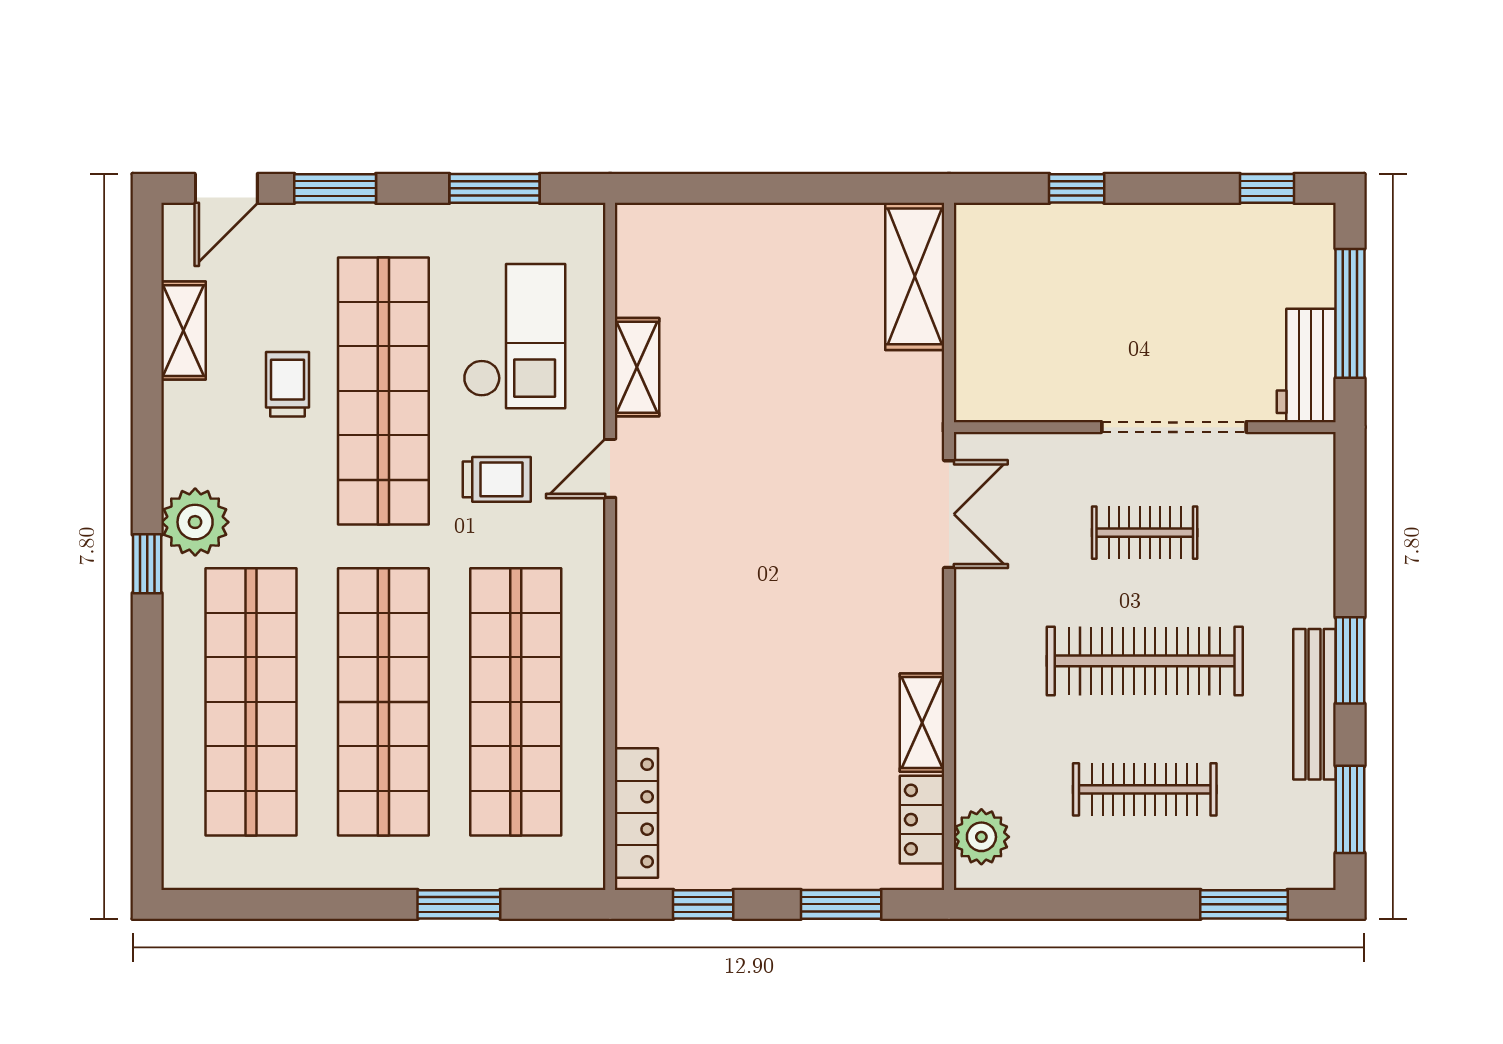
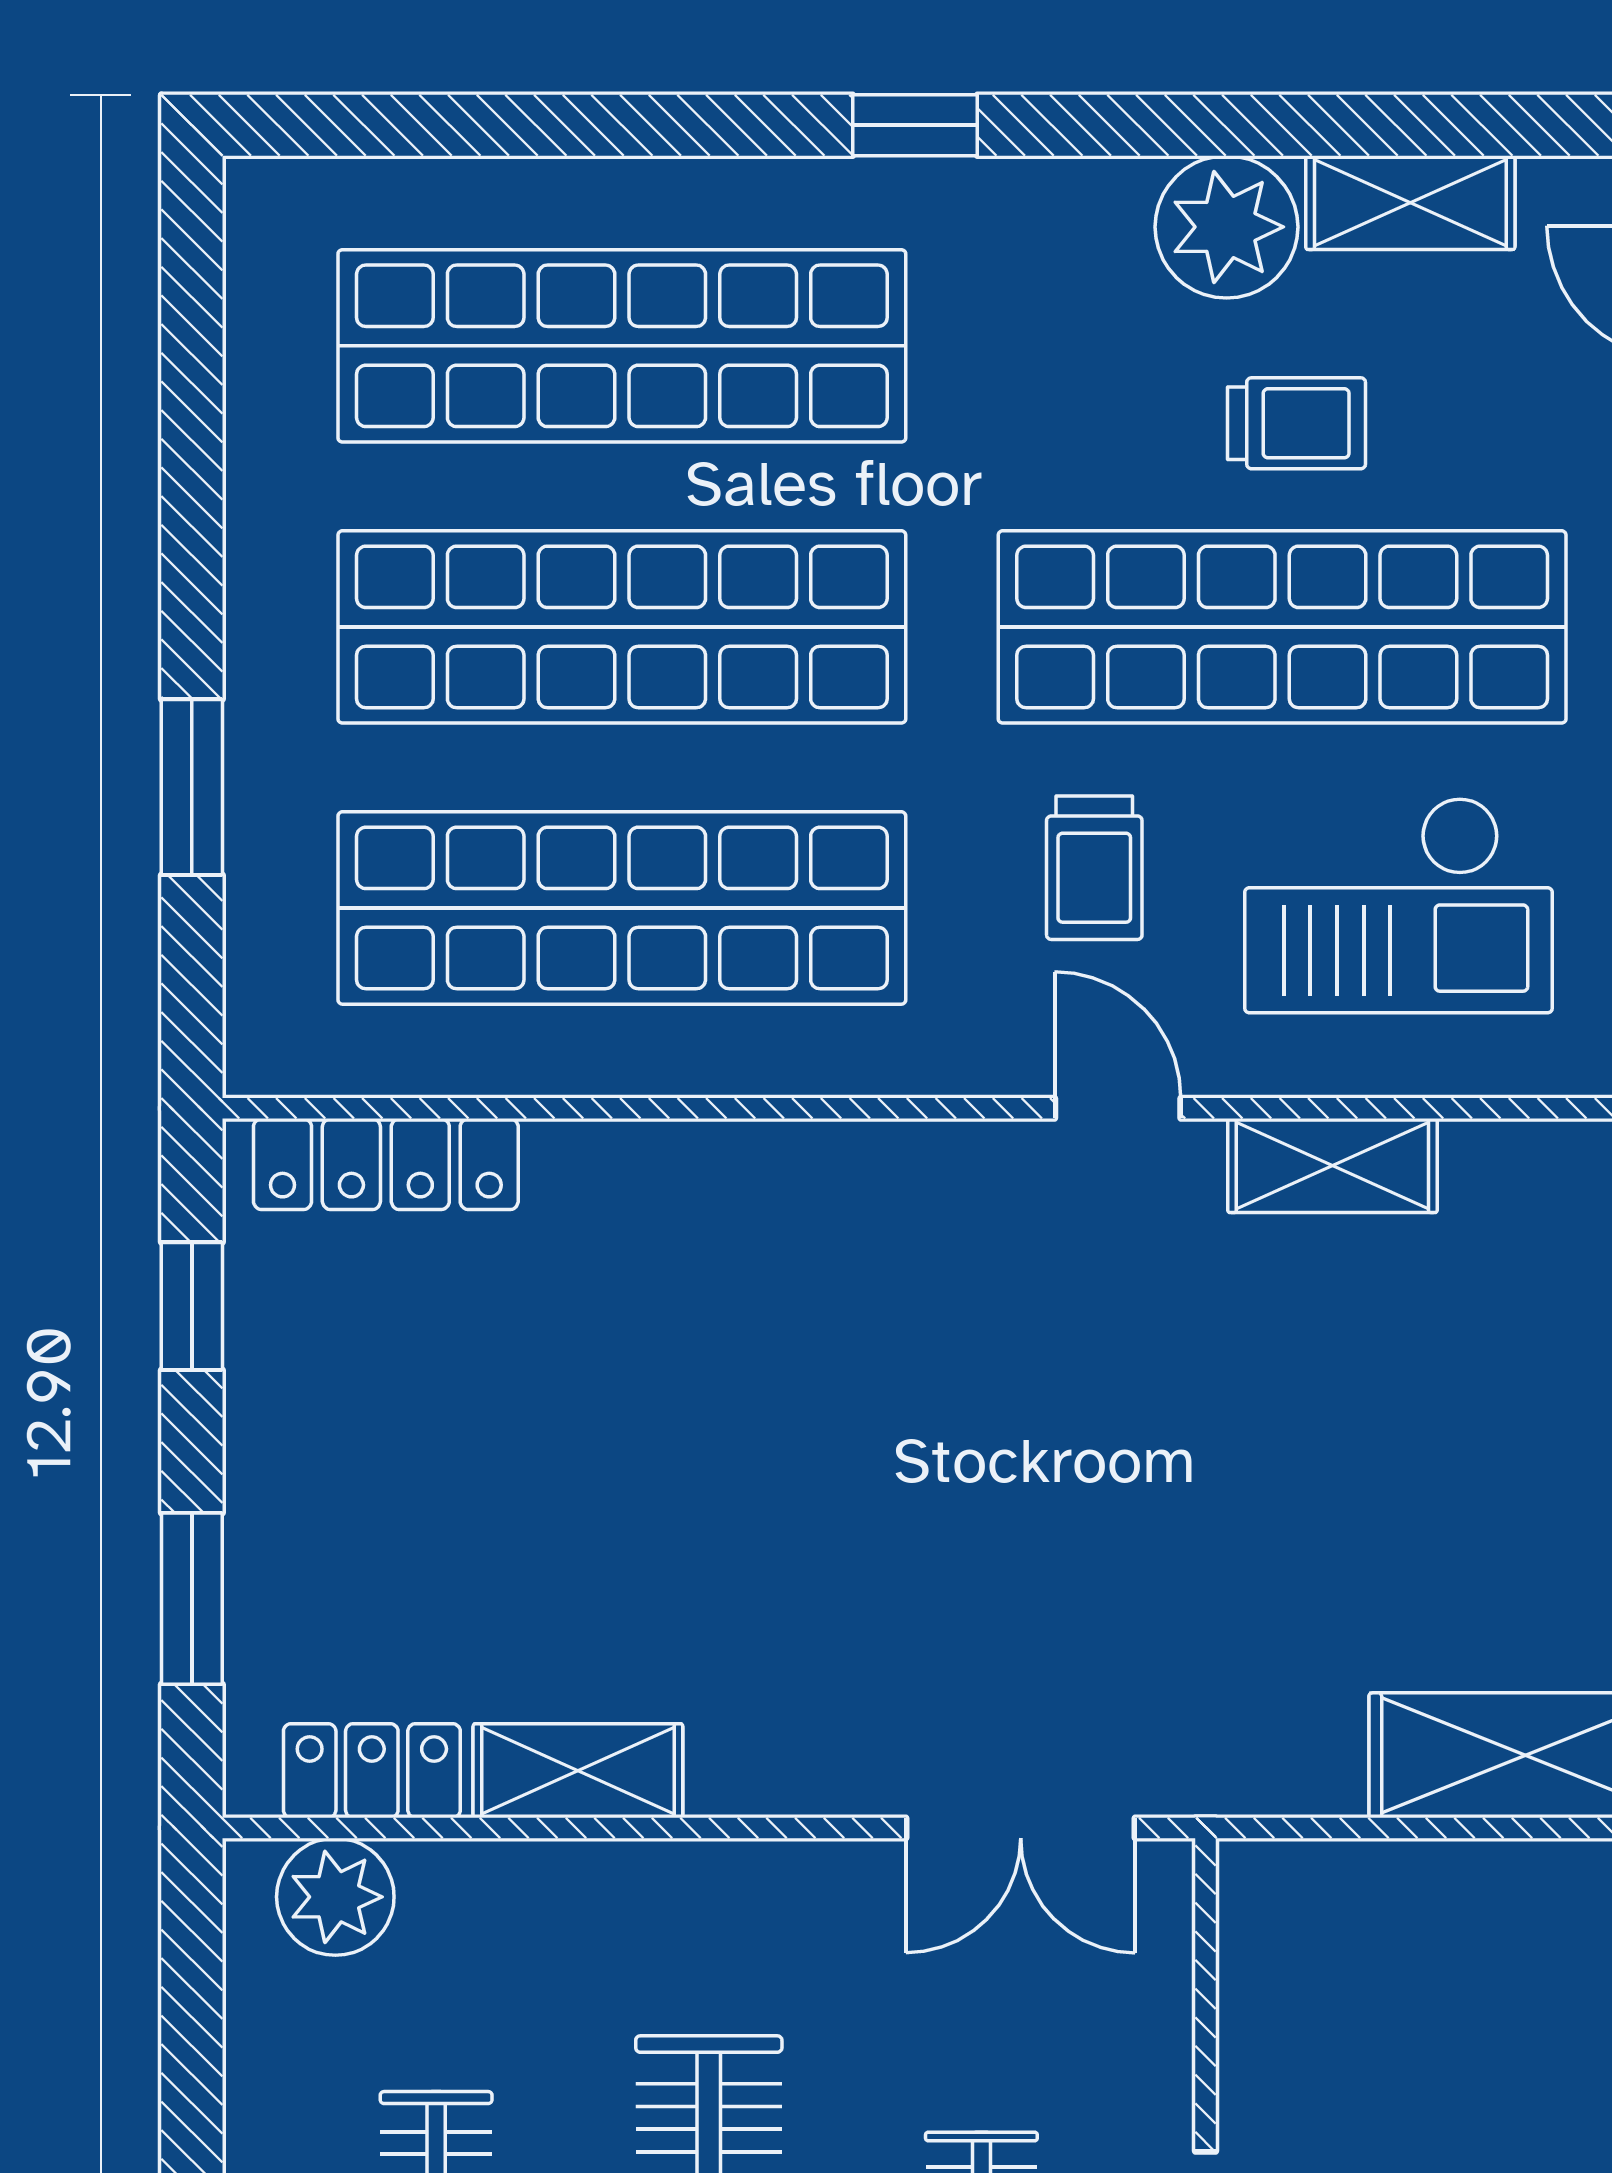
plant: (195, 522) -> (1227, 227), moved

